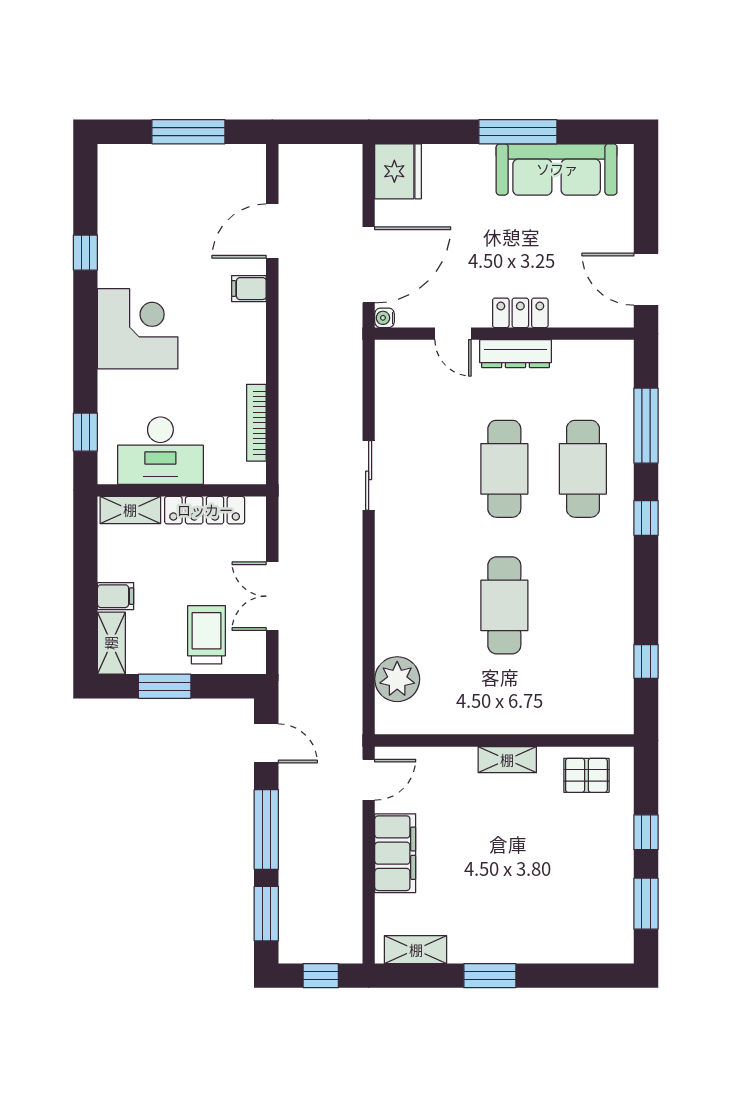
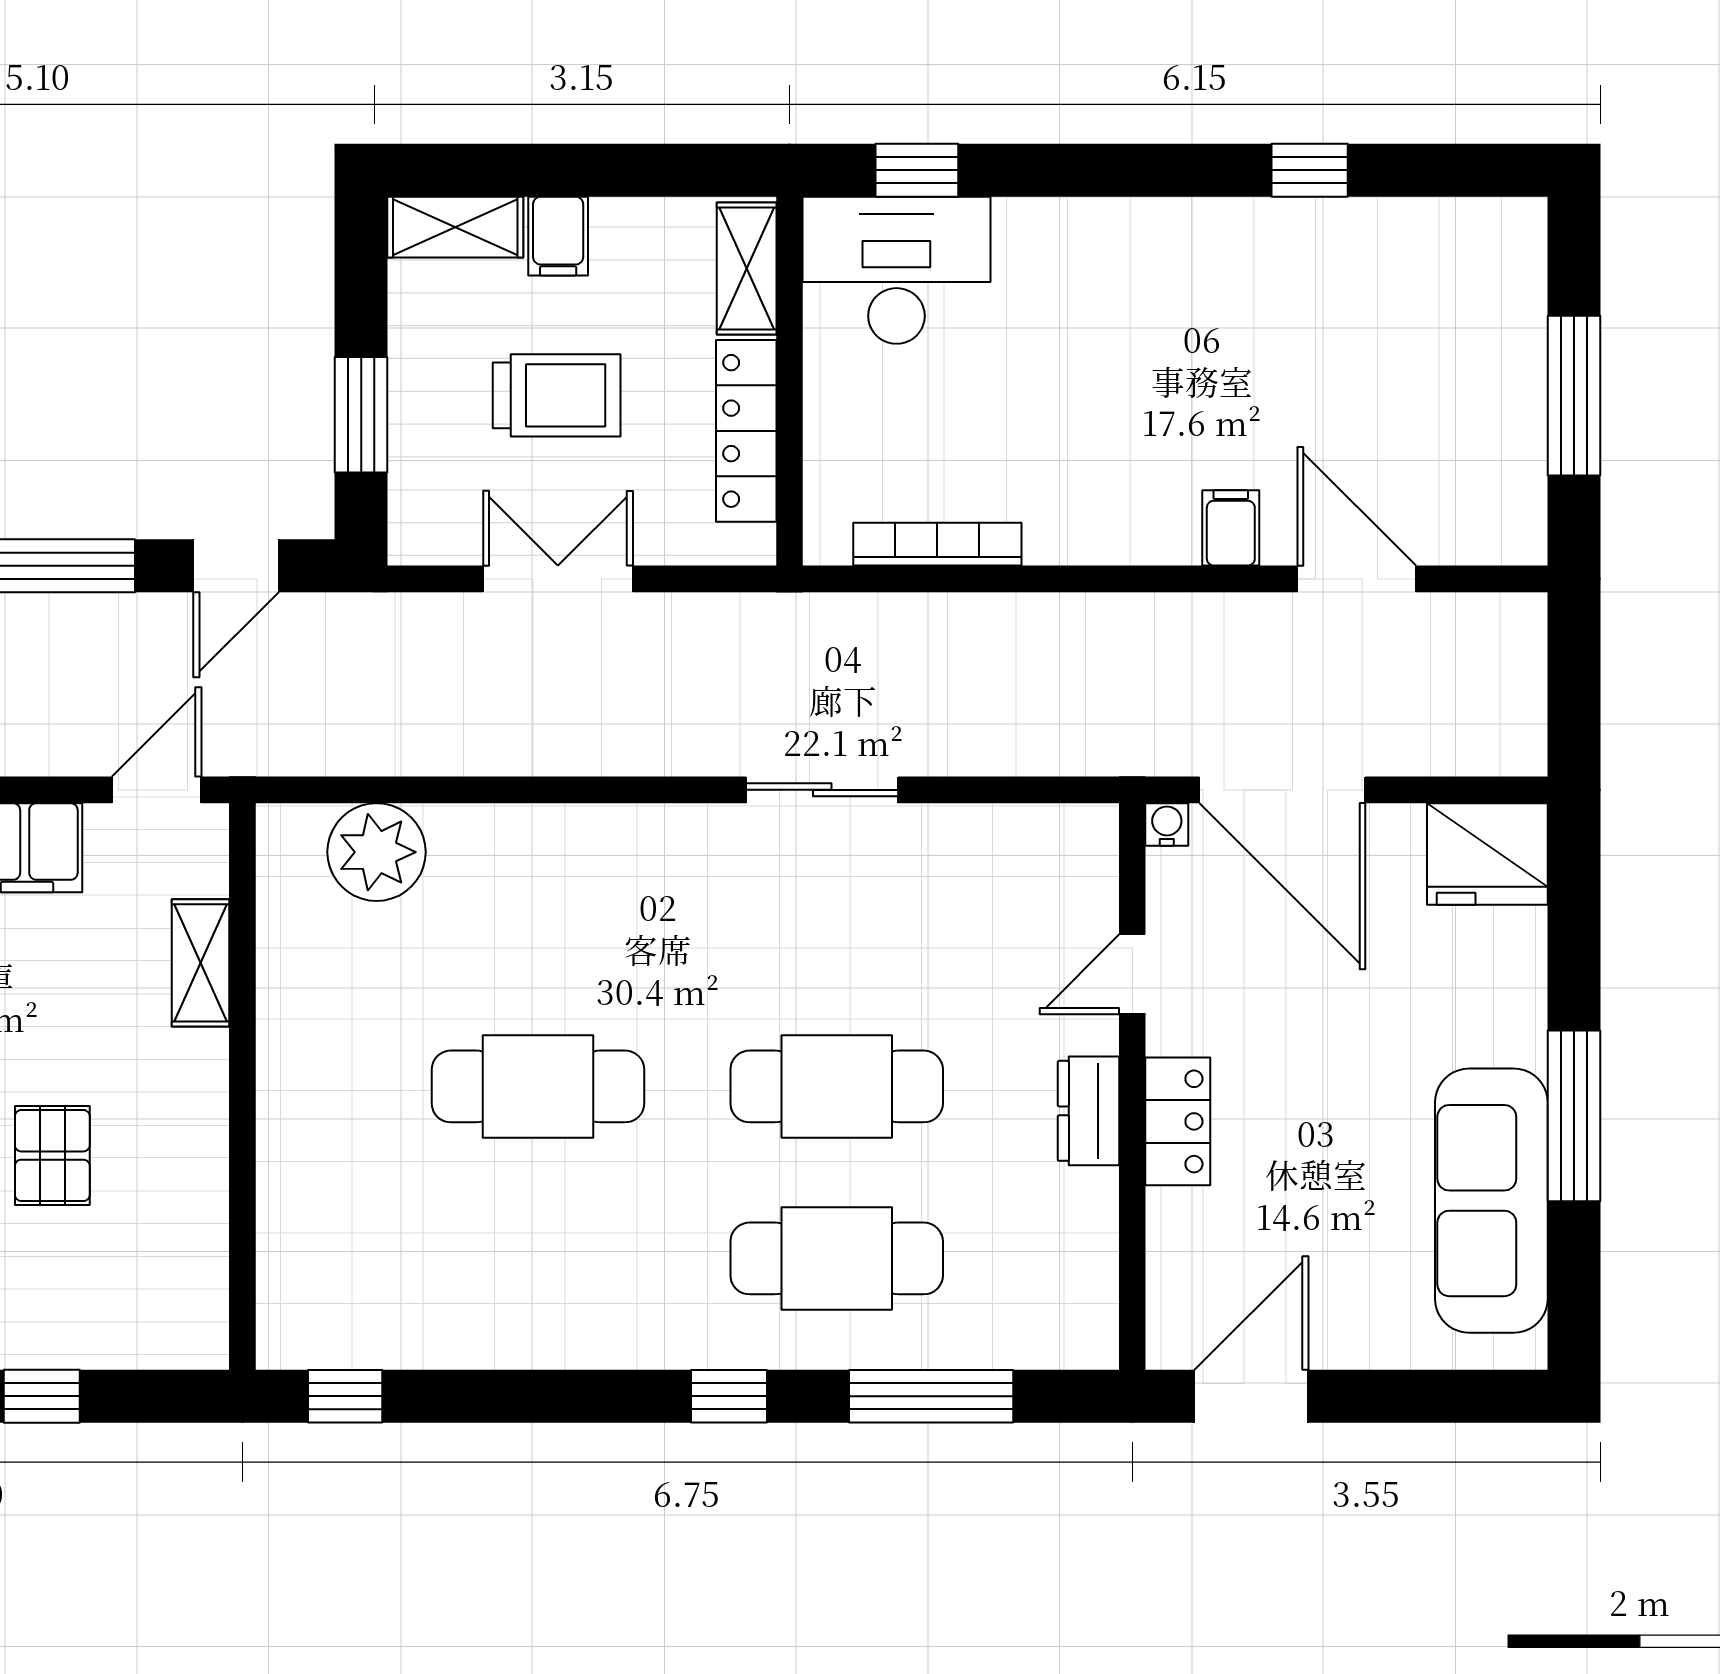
corner desk: (138, 329) -> (1143, 284), removed
dresser: (515, 354) -> (1088, 1111), width x0.70
desk: (160, 451) -> (896, 270), moved, turned 90
trolley: (207, 635) -> (557, 395), moved
window: (646, 662) -> (345, 1396), moved
window: (165, 686) -> (361, 415), moved
shelving: (507, 760) -> (201, 963), moved
pallet: (586, 775) -> (52, 1156), moved
door: (369, 780) -> (157, 790), swing flipped

